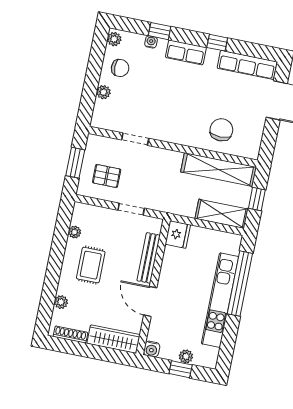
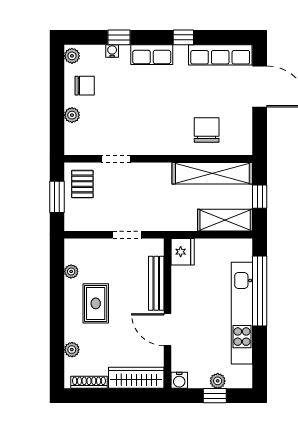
pallet: (107, 176) -> (82, 184), moved, turned 90

